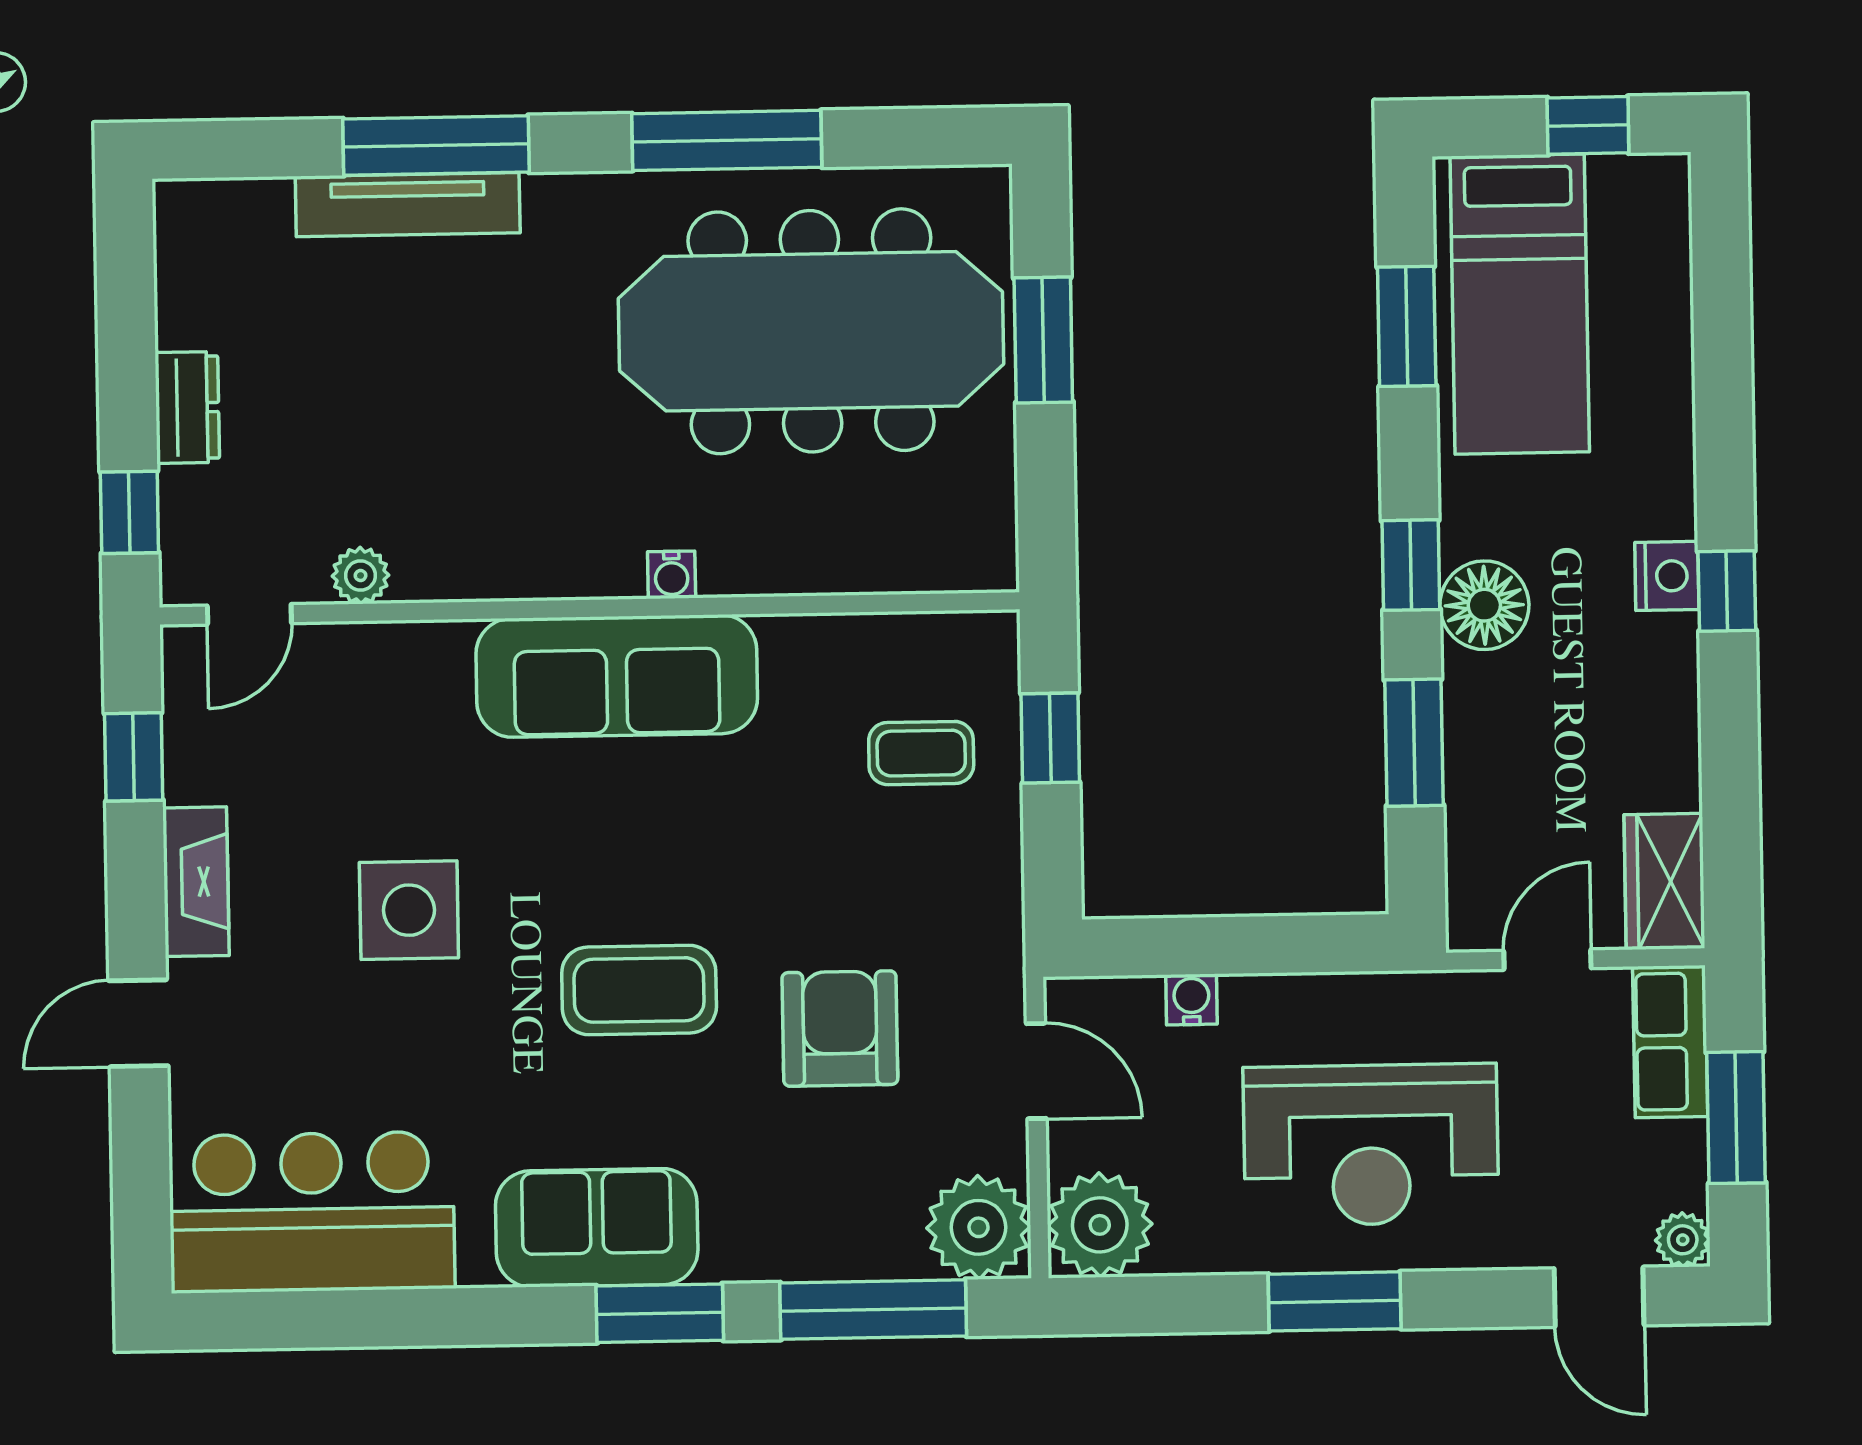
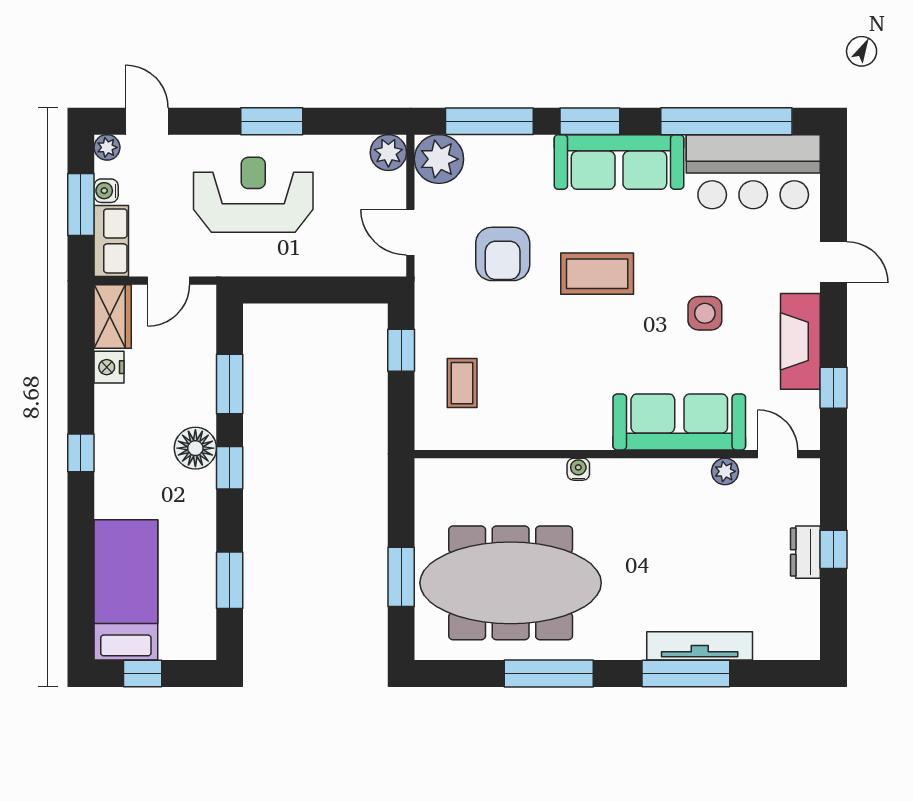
bed: (1520, 304) -> (126, 590), moved
window: (129, 512) -> (833, 549), moved
nightstand: (1667, 576) -> (109, 367), moved
door: (249, 614) -> (778, 454), hinge flipped
sofa: (617, 676) -> (679, 422), moved
window: (1050, 738) -> (401, 350), moved
coffee table: (921, 753) -> (462, 383), turned 90
fireplace: (196, 882) -> (800, 341), width x1.37, depth x1.32
side table: (409, 910) -> (705, 313), width x0.73, depth x0.73
water cooler: (1191, 999) -> (106, 191), moved, turned 90
door: (138, 1023) -> (833, 262), hinge flipped
plant: (1100, 1225) -> (388, 153), width x0.73, depth x0.73
sofa: (597, 1228) -> (619, 162), width x1.36
window: (371, 1318) -> (726, 121), added

